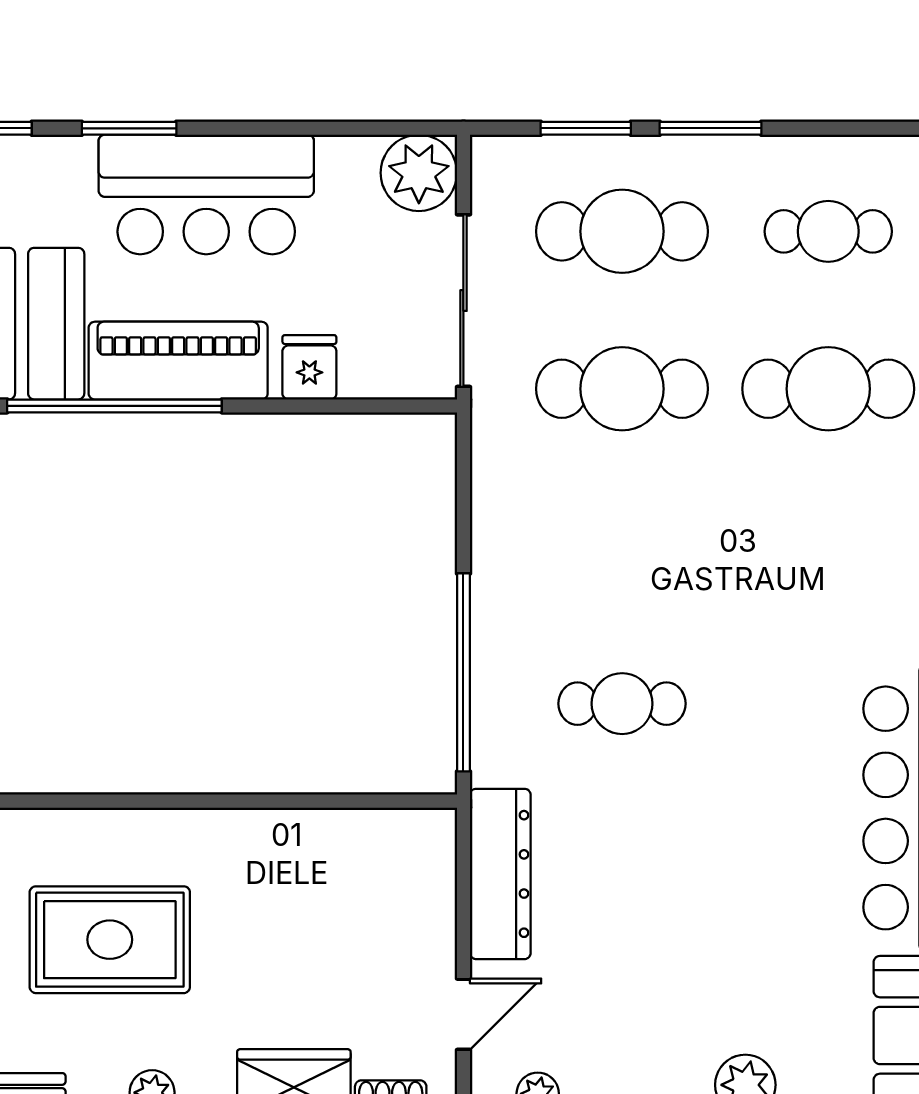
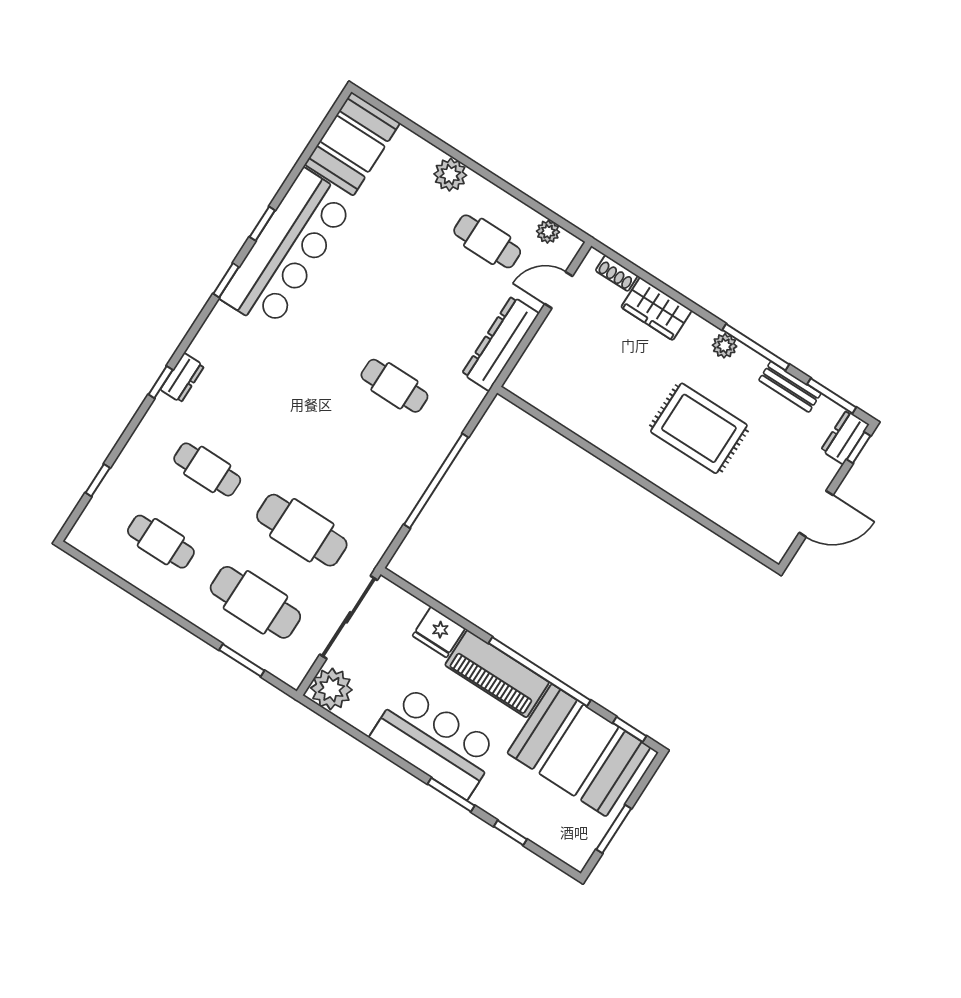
window: (710, 128) -> (185, 624), removed
fridge: (309, 367) -> (439, 632), width x1.38
cafe table: (828, 389) -> (207, 469), width x0.73, depth x0.74
window: (463, 672) -> (436, 481), moved
cafe table: (622, 1018) -> (487, 241), added

